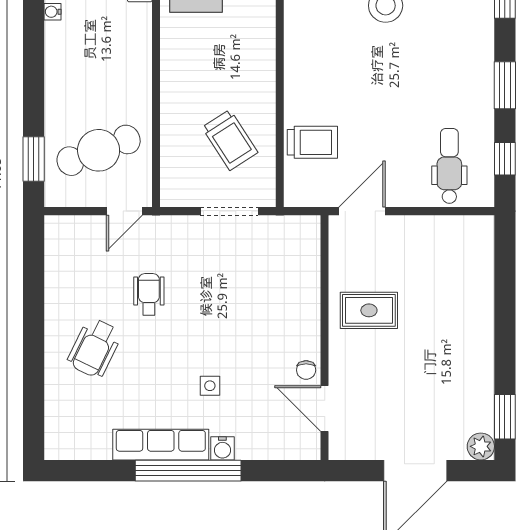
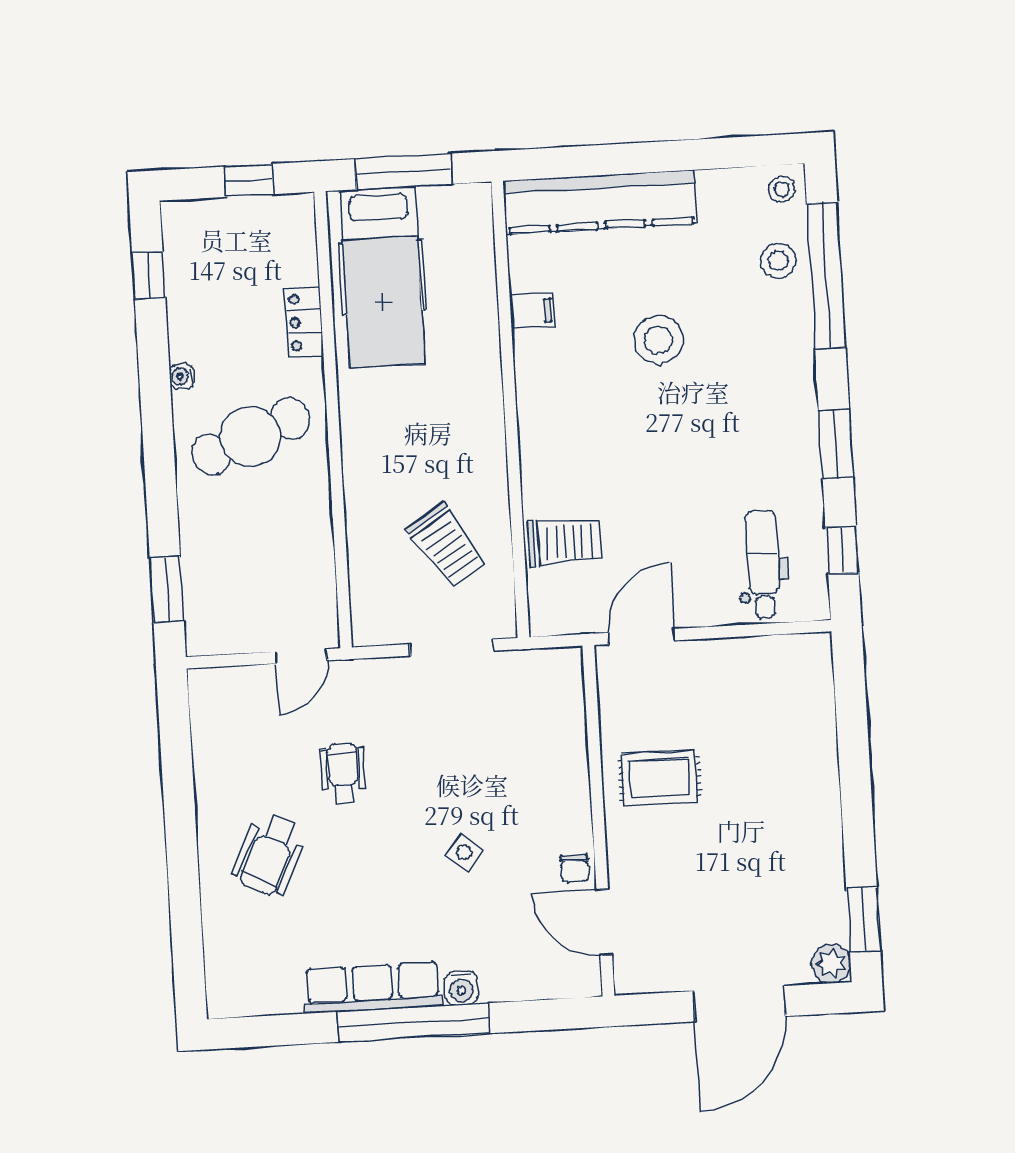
cafe table: (99, 150) -> (250, 436), moved
side table: (210, 386) -> (464, 853), moved, turned 38

